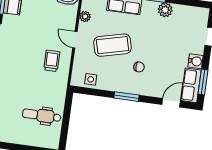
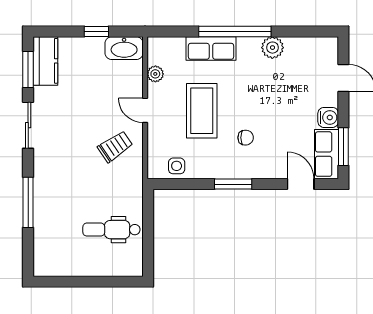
coffee table: (112, 45) -> (202, 111), turned -76
trolley: (52, 61) -> (115, 146), turned 56
door: (171, 103) -> (301, 184), hinge flipped

